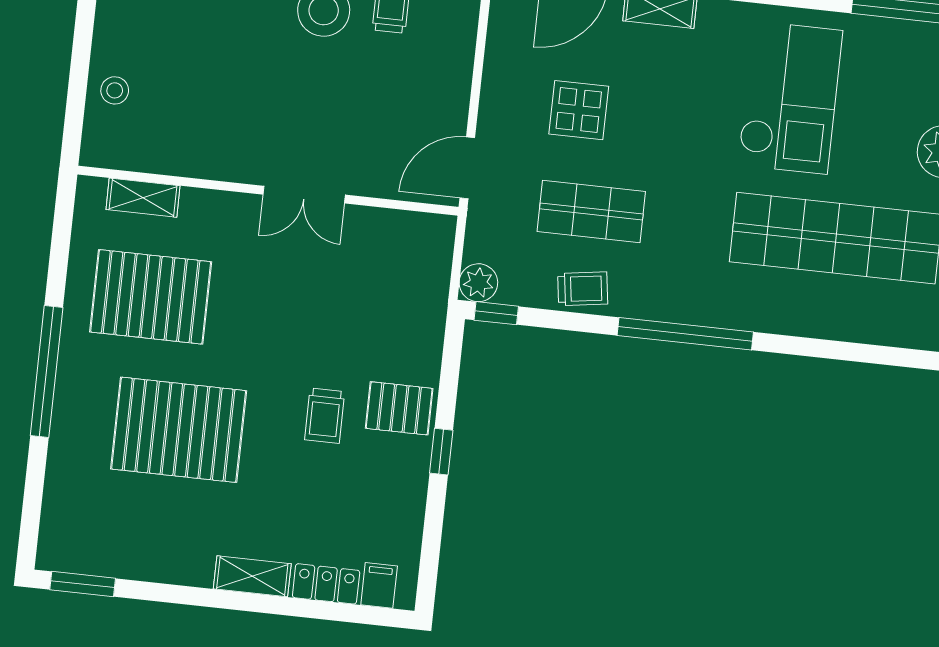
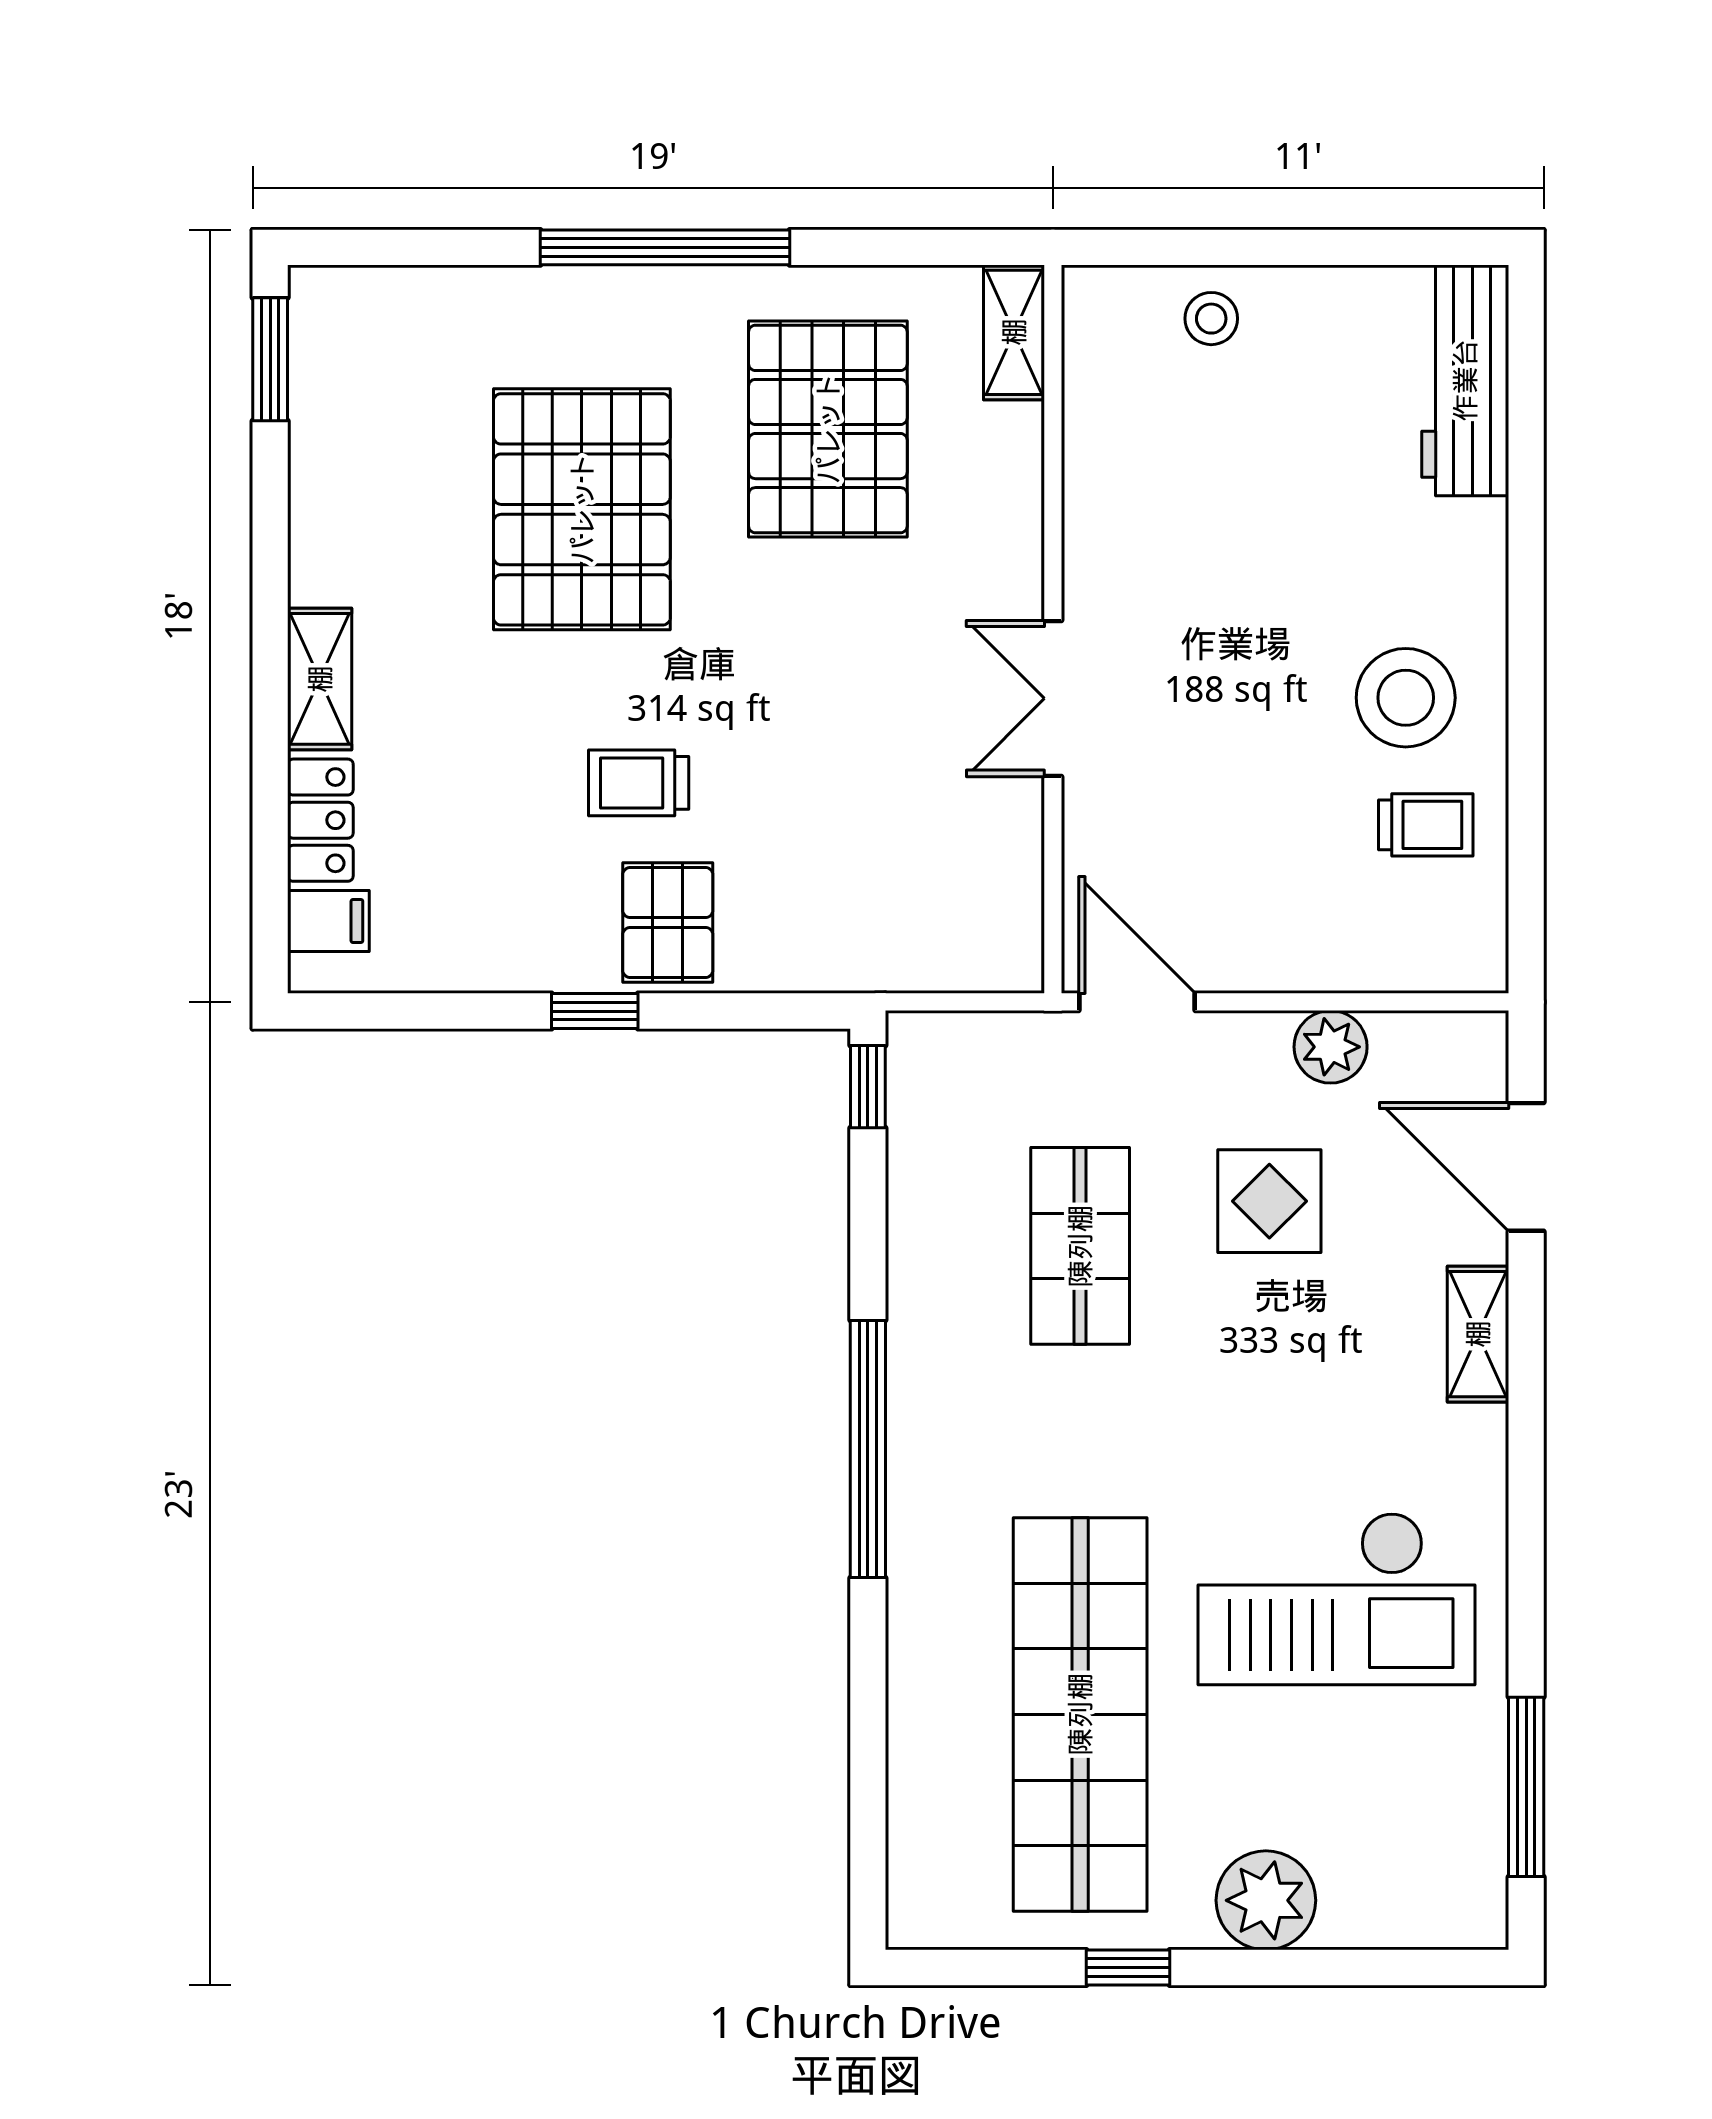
shelving: (143, 198) -> (1014, 332), moved
plant: (478, 283) -> (1331, 1047), moved
trolley: (583, 289) -> (932, 1245), removed

